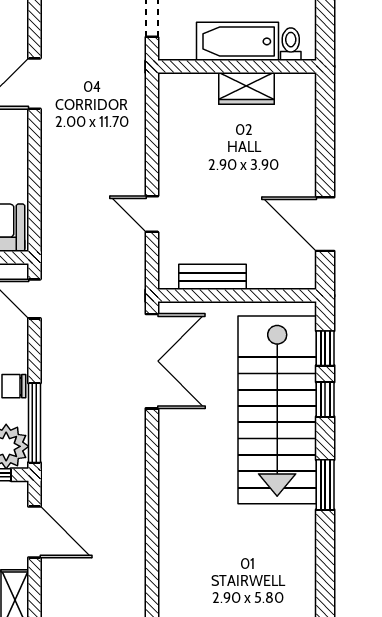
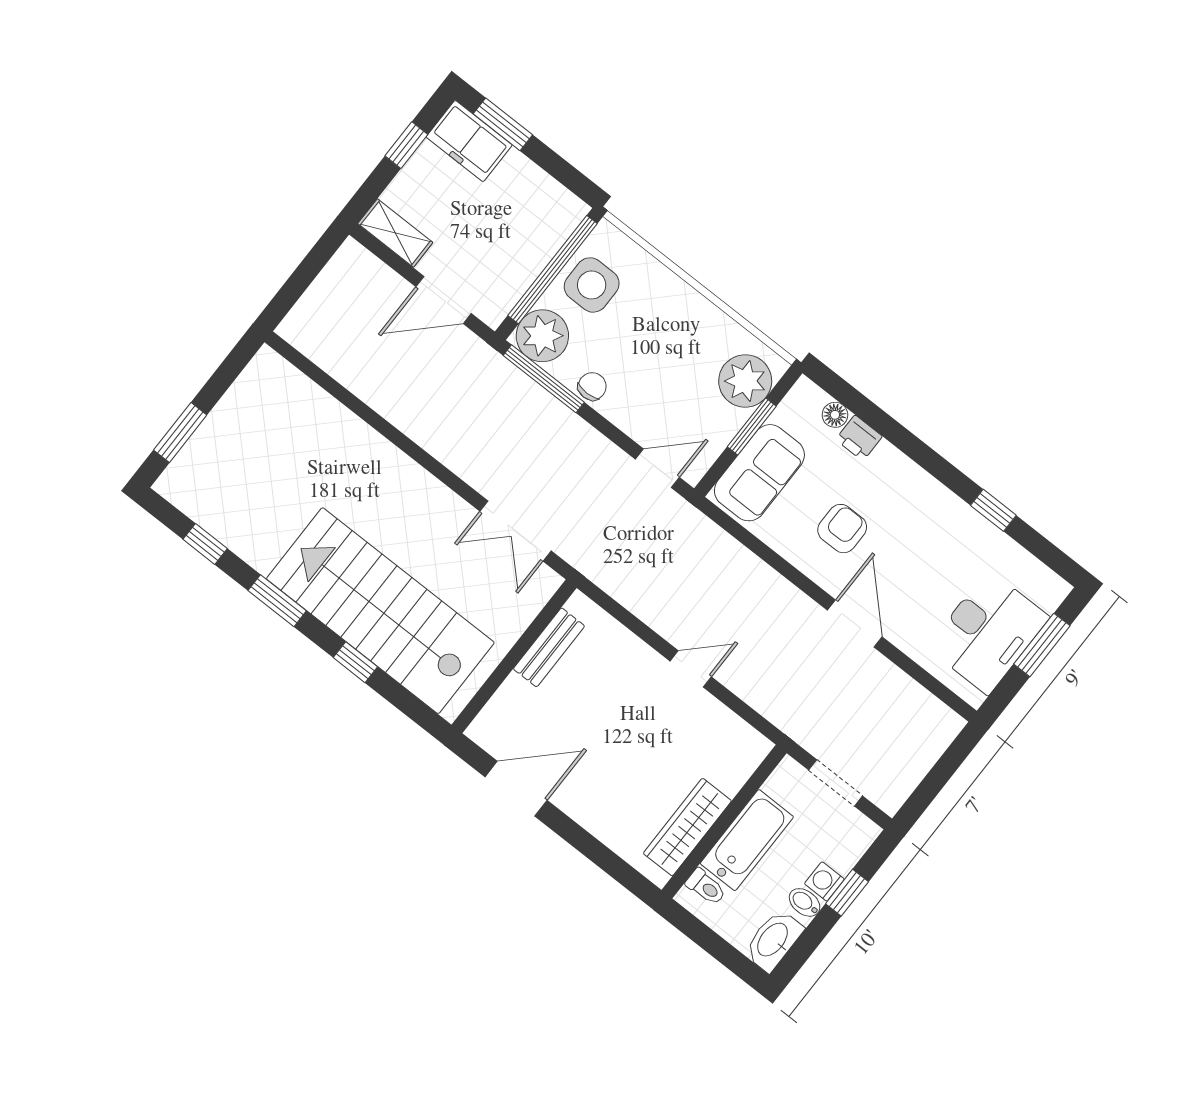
wardrobe: (246, 88) -> (687, 827), width x1.50
door: (152, 214) -> (691, 669), moved
window: (325, 348) -> (205, 544), moved
double door: (152, 361) -> (515, 531), width x0.73

